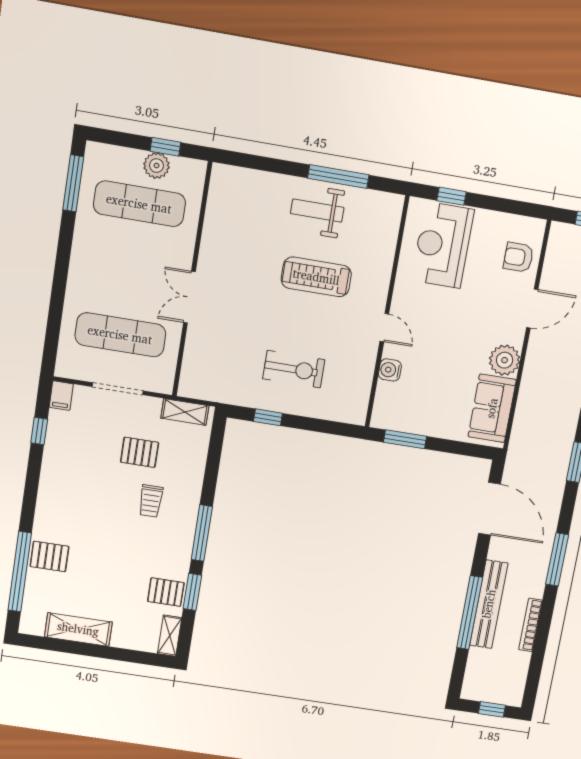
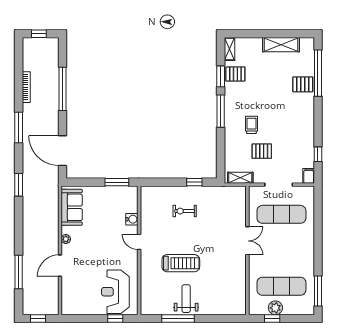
weight bench: (317, 211) -> (186, 299), turned -90
reception desk: (443, 245) -> (115, 292), turned 180
armchair: (518, 257) -> (73, 292), removed
plant: (505, 360) -> (66, 239), width x0.53, depth x0.53
exercise bike: (294, 369) -> (185, 211), width x0.73, depth x0.72
bench: (489, 604) -> (52, 95), removed

